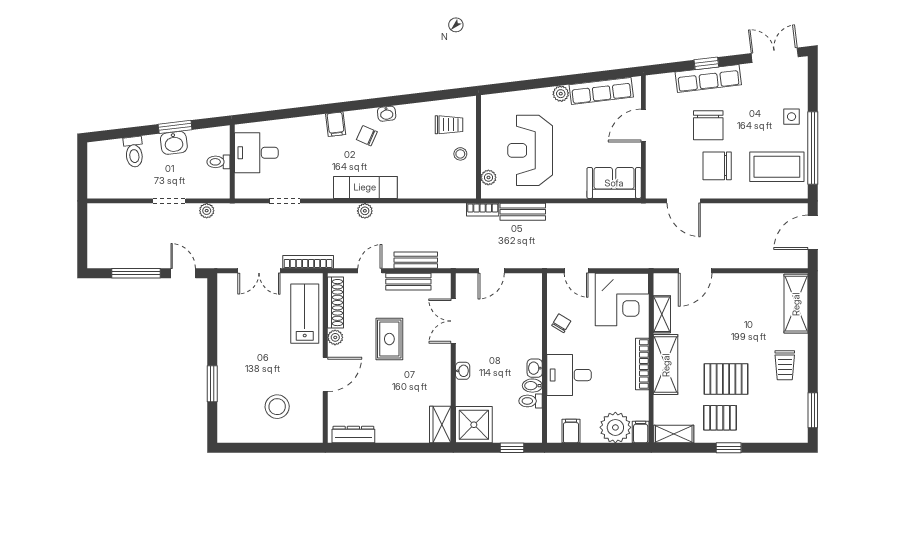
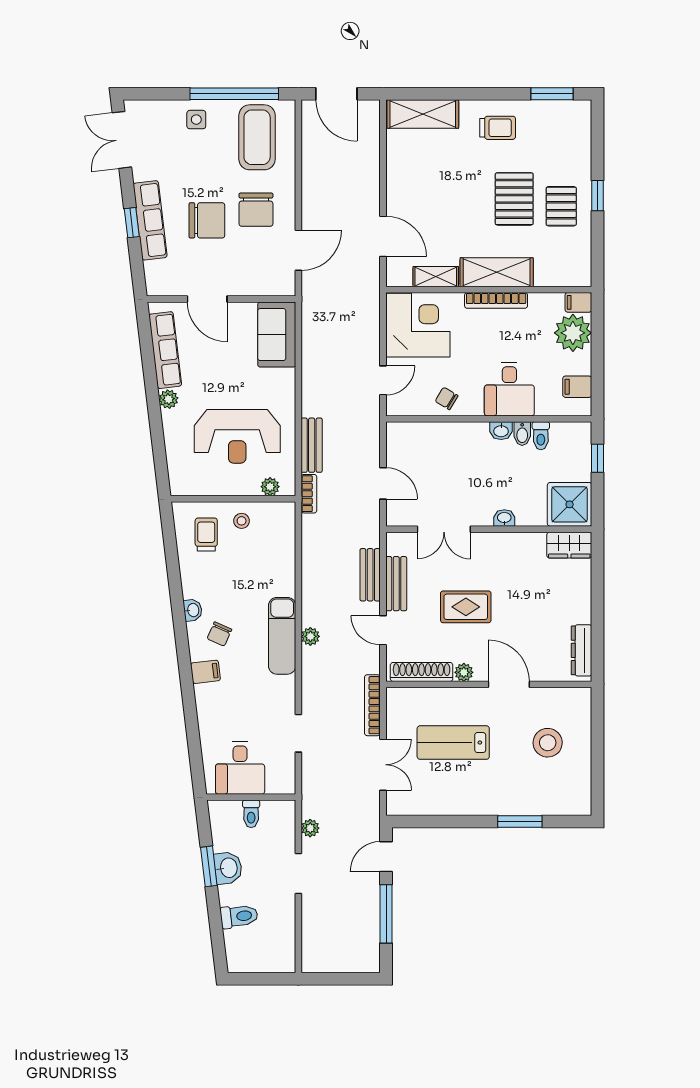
lab bench: (305, 314) -> (453, 743), moved
shelving: (674, 434) -> (581, 262), removed

